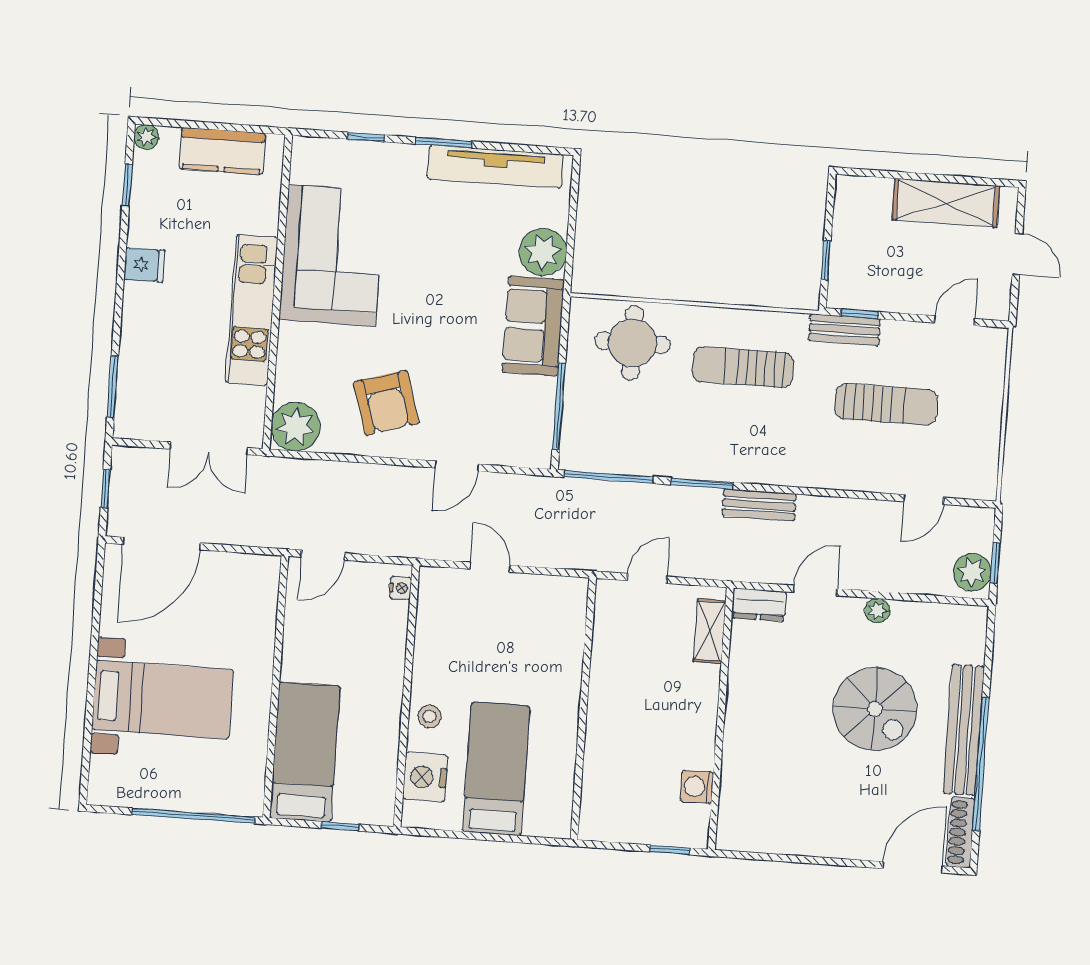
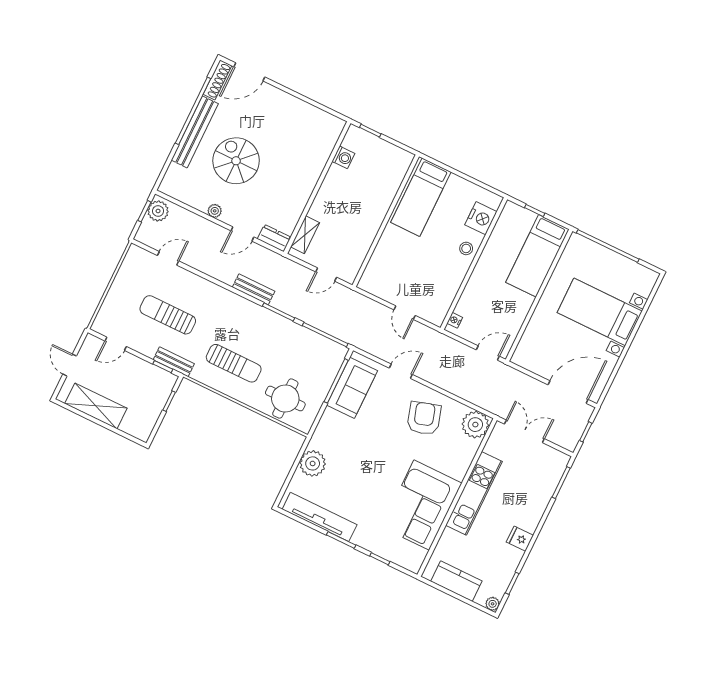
sofa: (533, 326) -> (352, 388), moved
bed: (496, 769) -> (421, 197), moved

